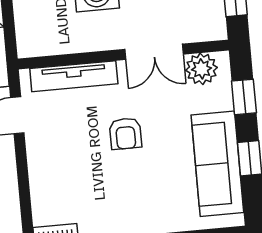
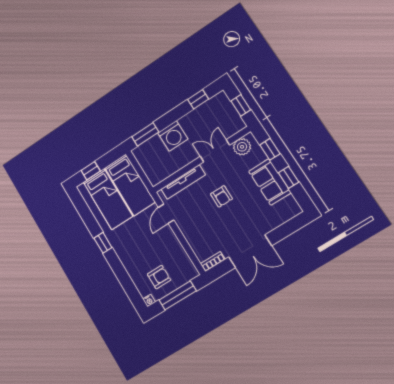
double door: (154, 52) -> (215, 151), swing flipped
sofa: (217, 164) -> (270, 182), width x0.73

